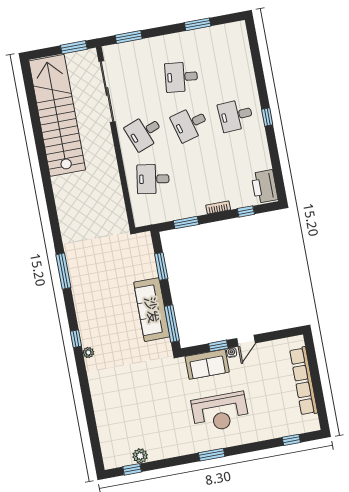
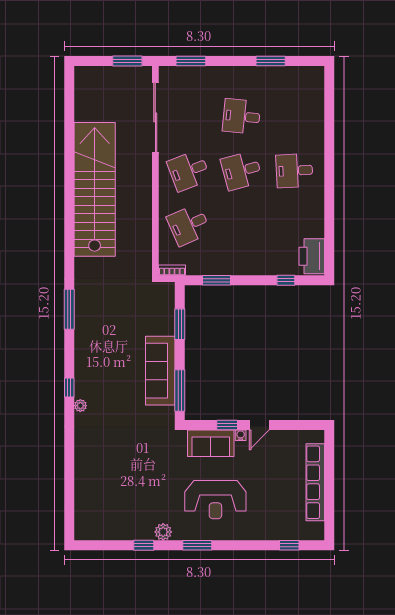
stairs: (57, 115) -> (95, 189), moved
window: (267, 117) -> (329, 179), removed
desk: (153, 179) -> (189, 225), turned -33
bookcase: (218, 207) -> (172, 270), moved
plant: (140, 456) -> (163, 532), moved
window: (132, 469) -> (144, 545), moved

